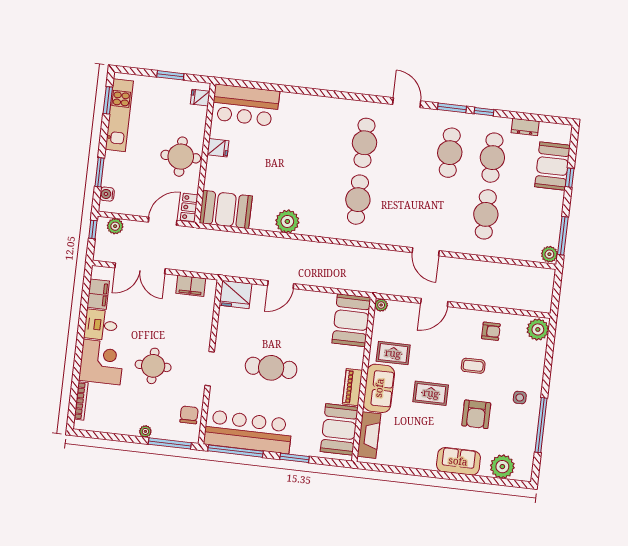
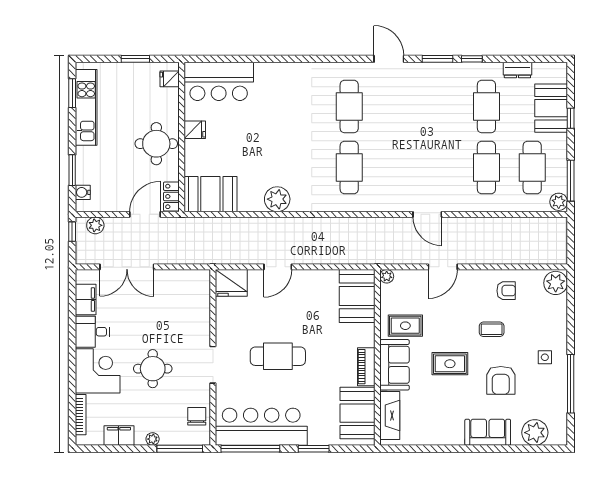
cafe table: (450, 153) -> (532, 167), moved
filing cabinet: (191, 286) -> (119, 436), moved, turned 180

